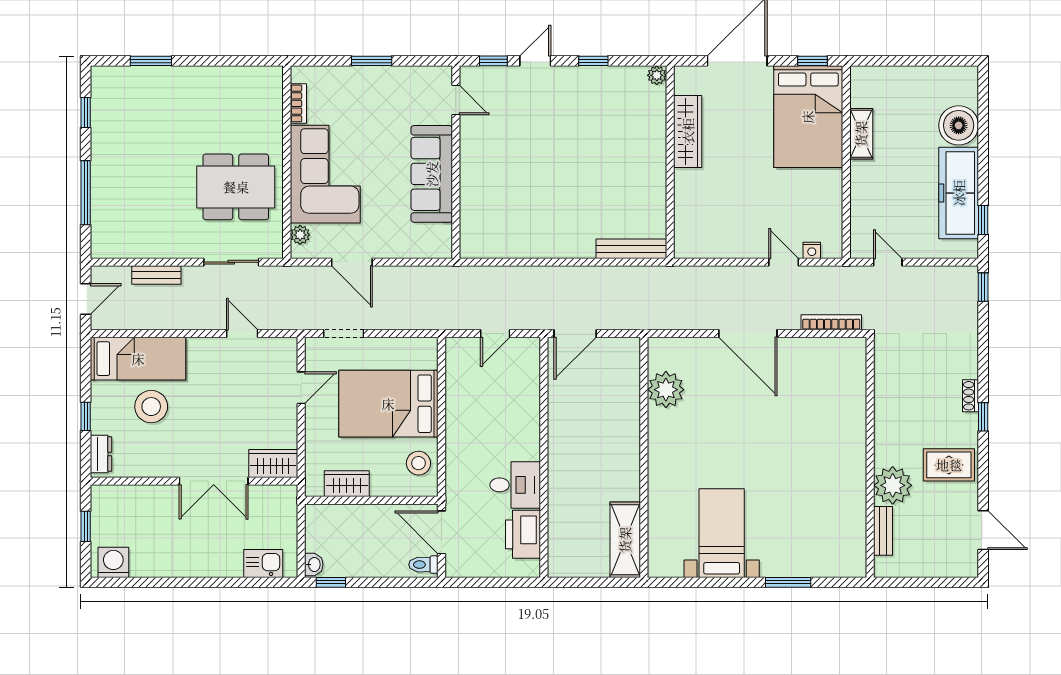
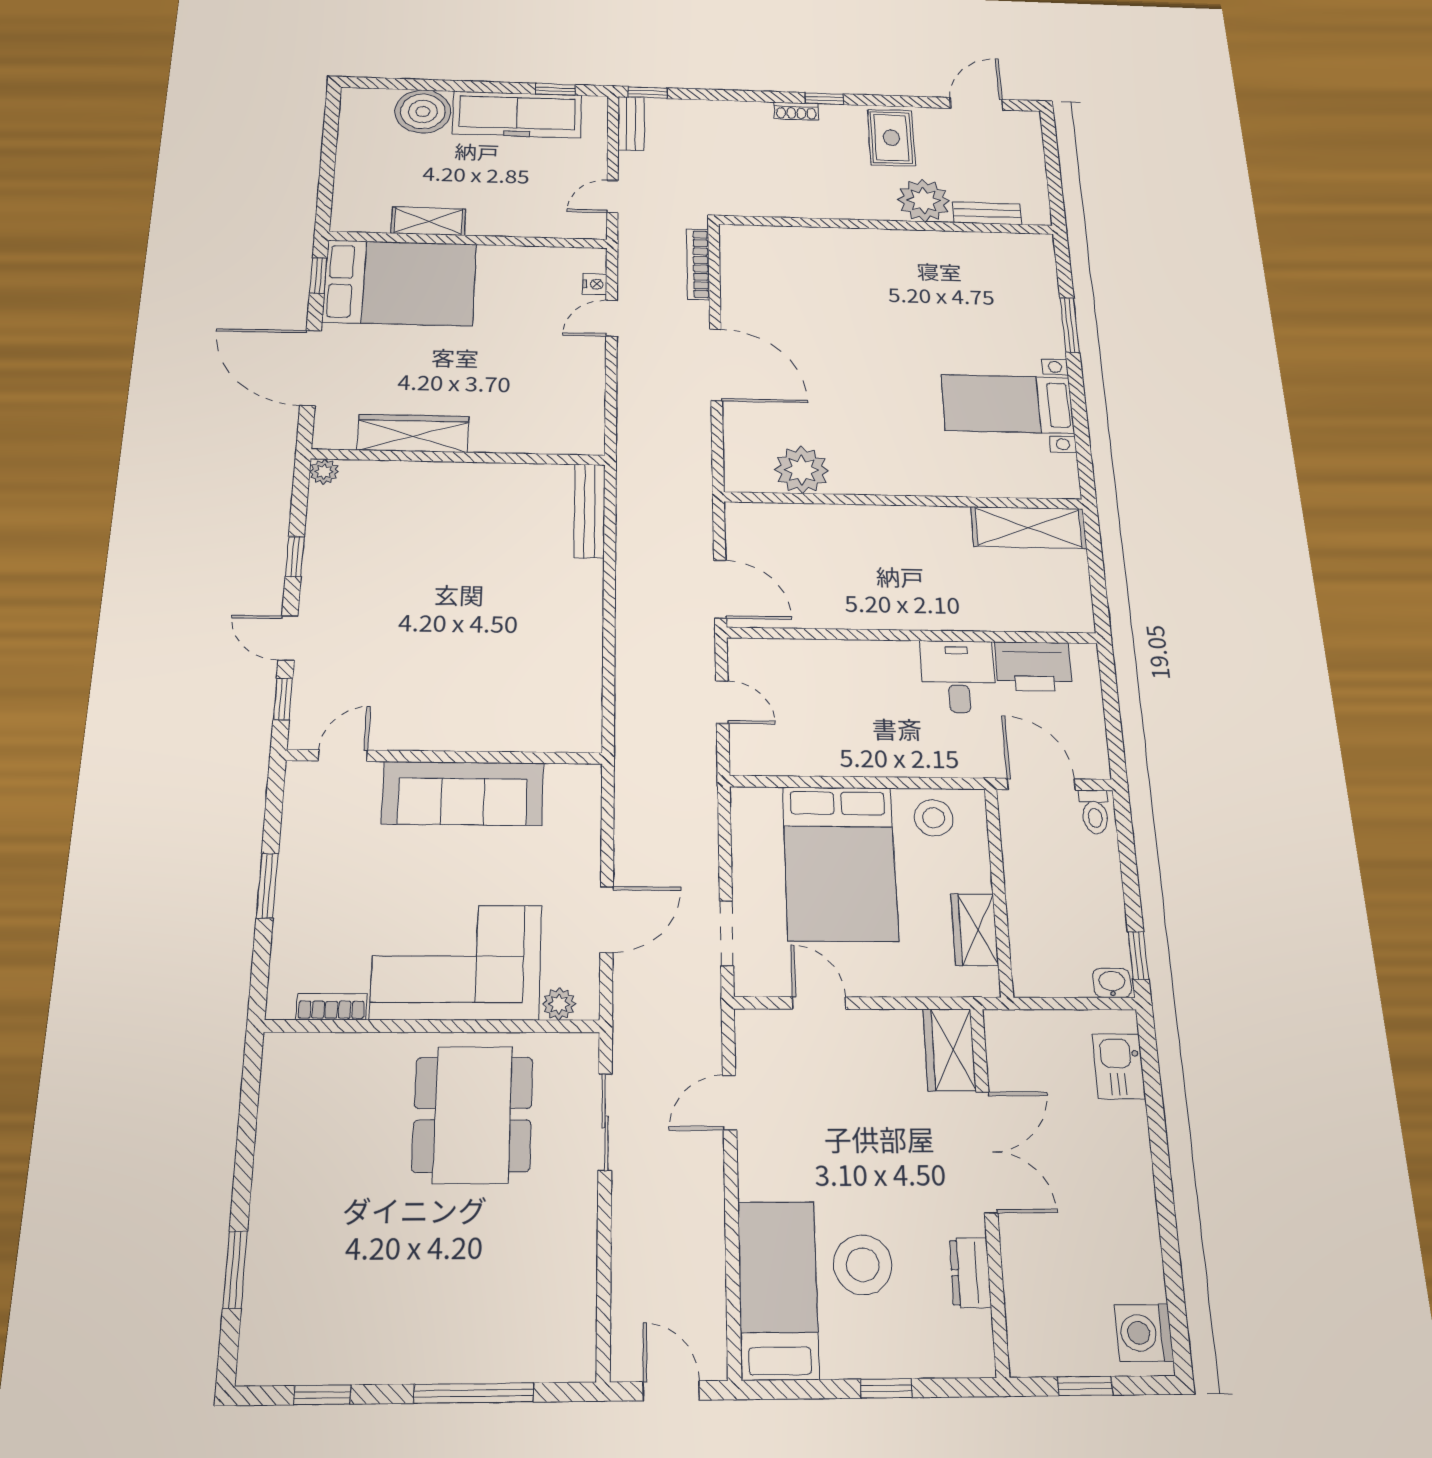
bench: (156, 275) -> (631, 124), moved
door: (748, 334) -> (716, 365), hinge flipped
dresser: (101, 454) -> (970, 1273), moved, turned -90
door: (442, 532) -> (1041, 784), swing flipped

